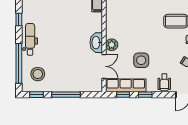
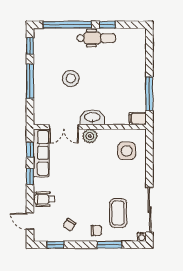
window: (19, 19) -> (107, 25), moved
side table: (141, 60) -> (127, 151), moved
stool: (38, 74) -> (71, 78), moved

